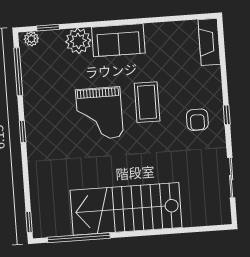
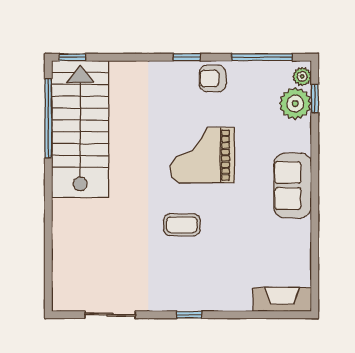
plant: (78, 41) -> (295, 104), moved
coffee table: (147, 102) -> (182, 225), moved, width x0.73, depth x0.77
armchair: (197, 120) -> (213, 78), moved
stairs: (126, 209) -> (80, 129), moved

